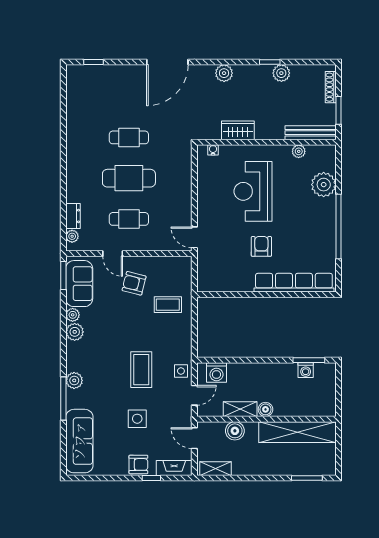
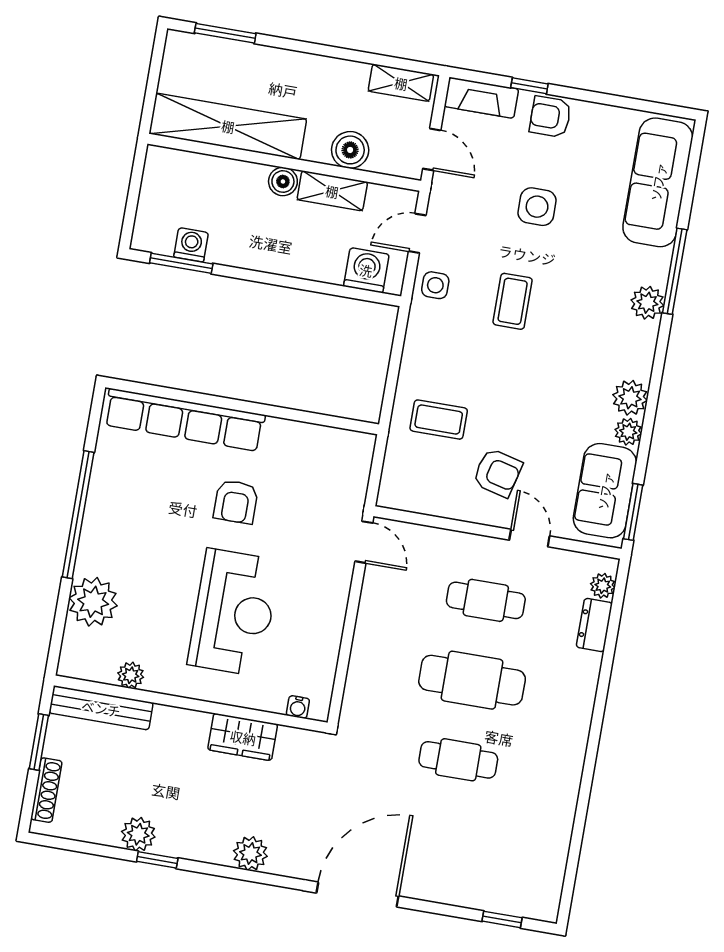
coffee table: (141, 370) -> (513, 301), width x0.73, depth x0.77

